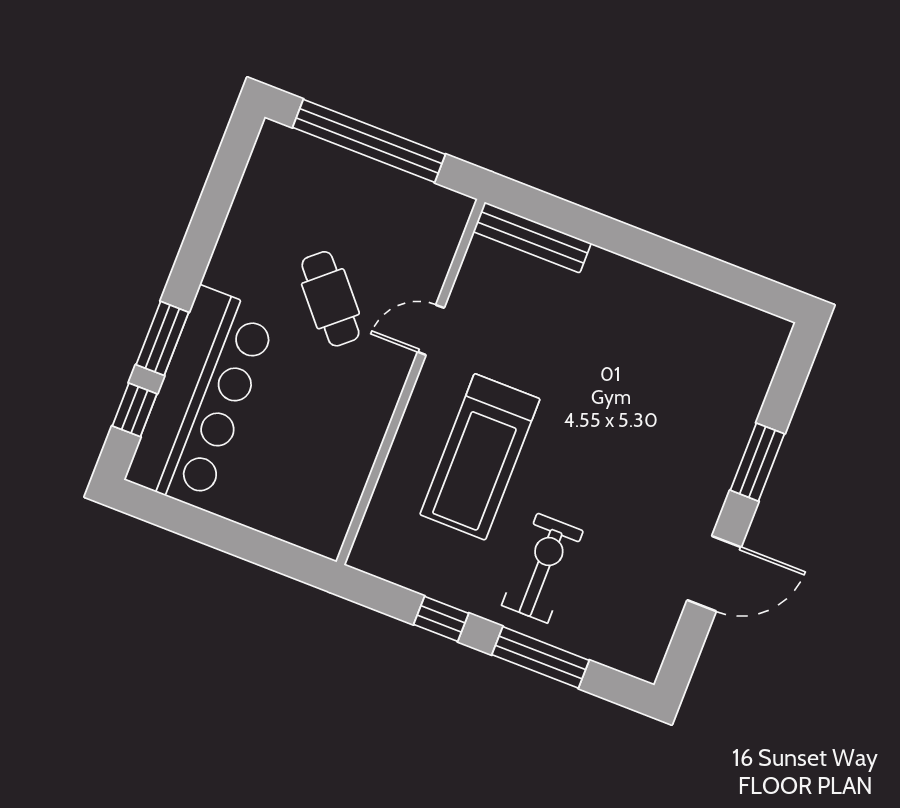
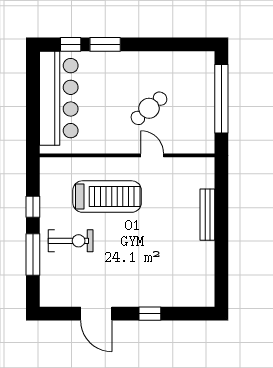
bench: (532, 237) -> (207, 215), moved
bar counter: (201, 397) -> (59, 98), moved, turned -90
treadmill: (480, 457) -> (107, 197), turned 180
window: (757, 462) -> (150, 314), width x0.67

